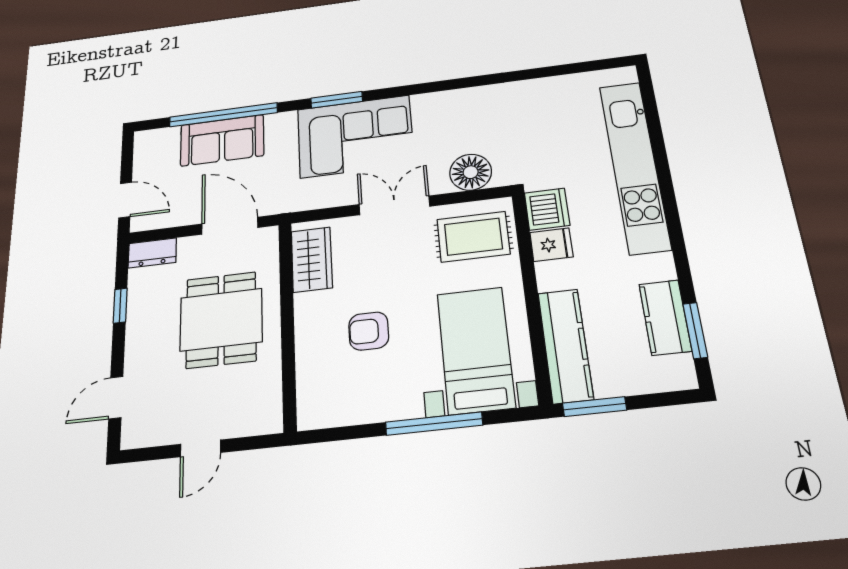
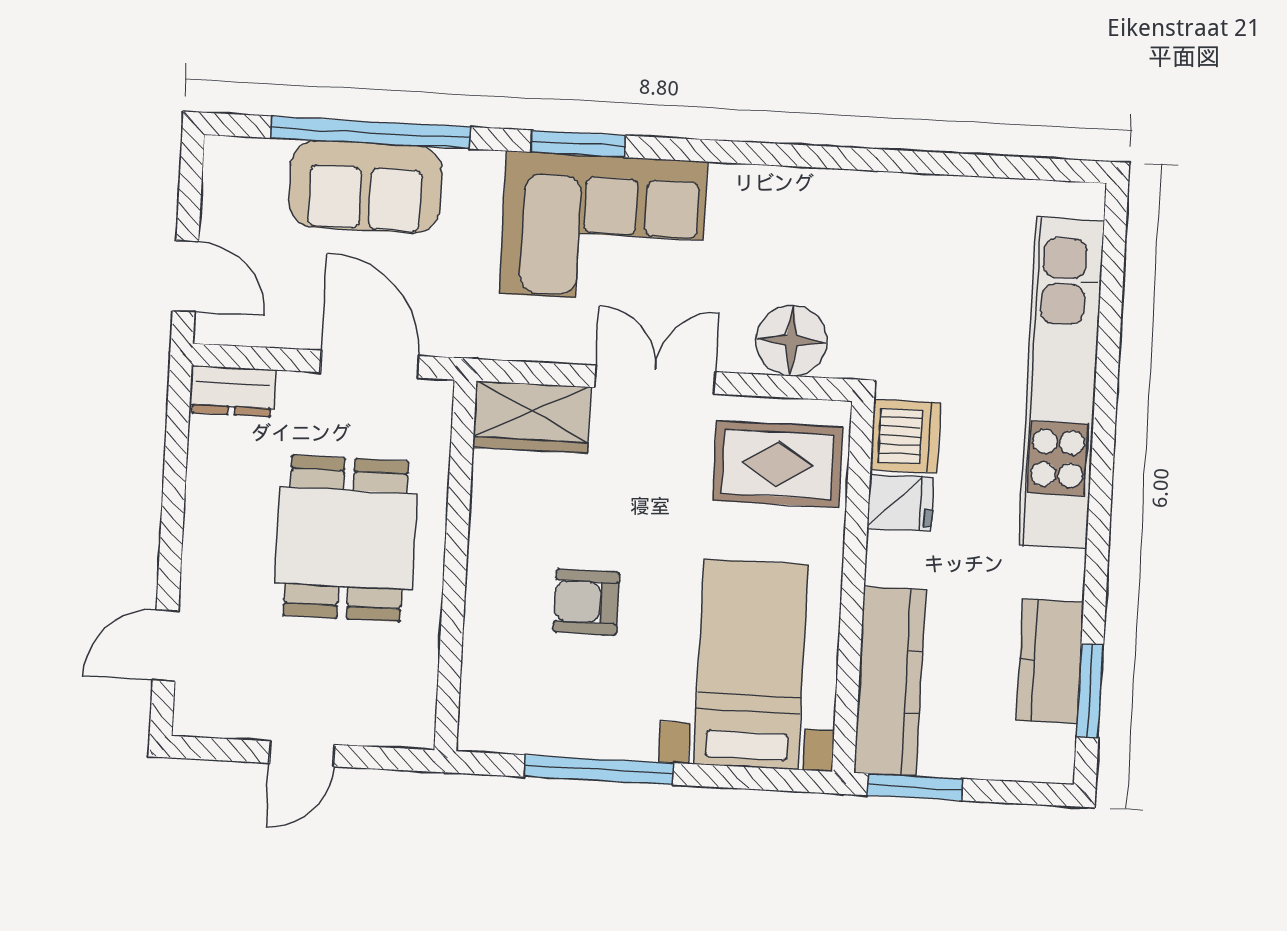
wardrobe: (312, 259) -> (532, 417), moved, turned 90
window: (120, 306) -> (174, 481), removed
window: (434, 424) -> (599, 770), moved

